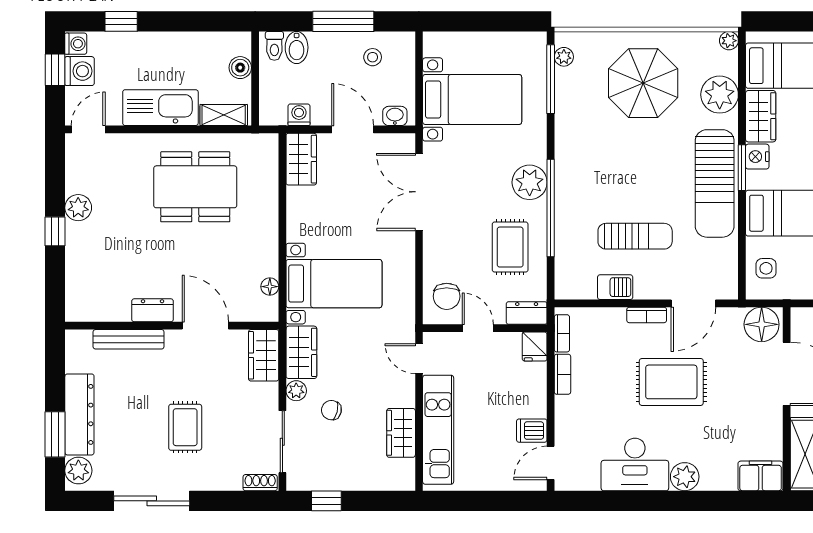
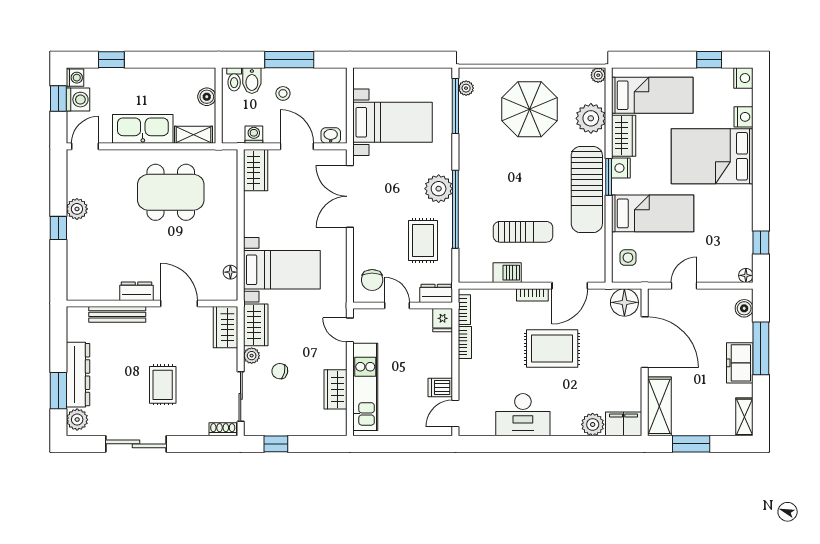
stool: (373, 57) -> (283, 93), moved
plant: (685, 477) -> (593, 424), moved

